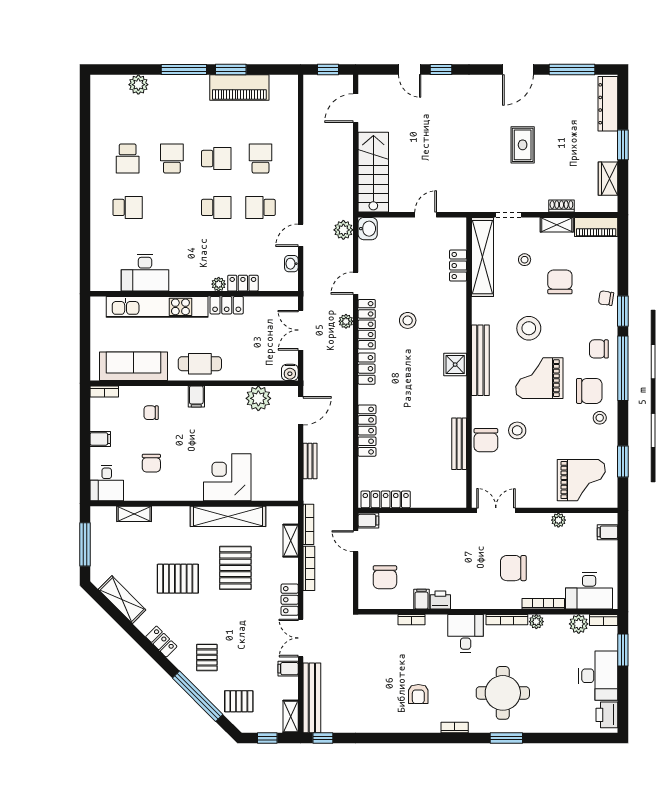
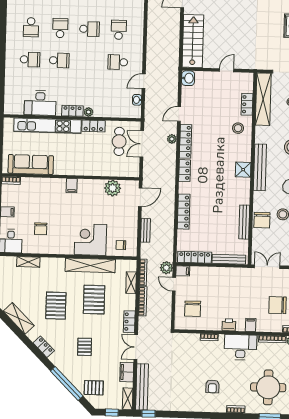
school desk: (216, 207) -> (59, 60), moved
plant: (343, 230) -> (166, 268), moved
locker: (243, 283) -> (72, 111), moved
stool: (408, 320) -> (238, 128), moved
cafe table: (200, 364) -> (119, 141), moved, turned 90
water cooler: (290, 372) -> (134, 172), removed
chair: (151, 413) -> (121, 245), moved
bench: (438, 501) -> (229, 259), added
pallet: (178, 579) -> (56, 306), turned 90
filing cabinet: (421, 599) -> (251, 325), moved
desk: (466, 633) -> (240, 347), width x1.37
pallet: (207, 657) -> (85, 347), moved
filing cabinet: (288, 669) -> (127, 372), width x2.00

